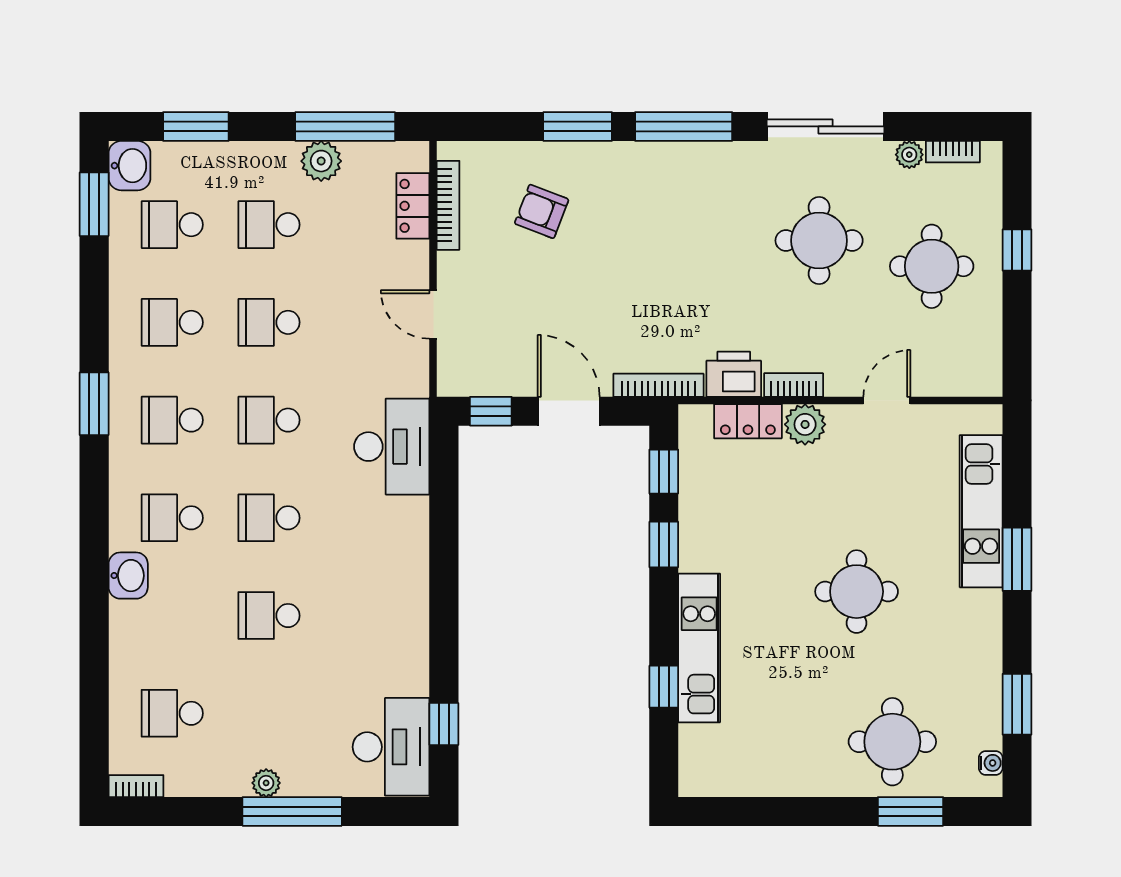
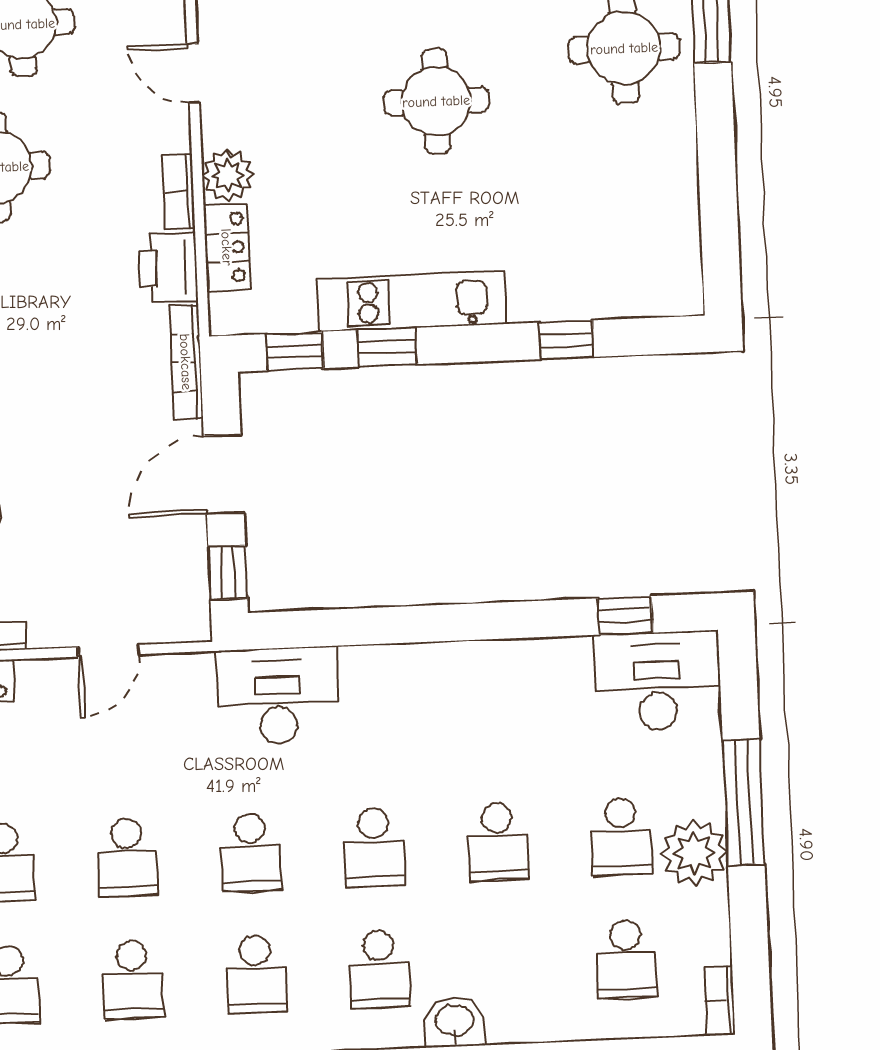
kitchen unit: (699, 648) -> (412, 301), moved
school desk: (269, 713) -> (621, 837), added
plant: (266, 783) -> (694, 853), width x1.87, depth x1.87

